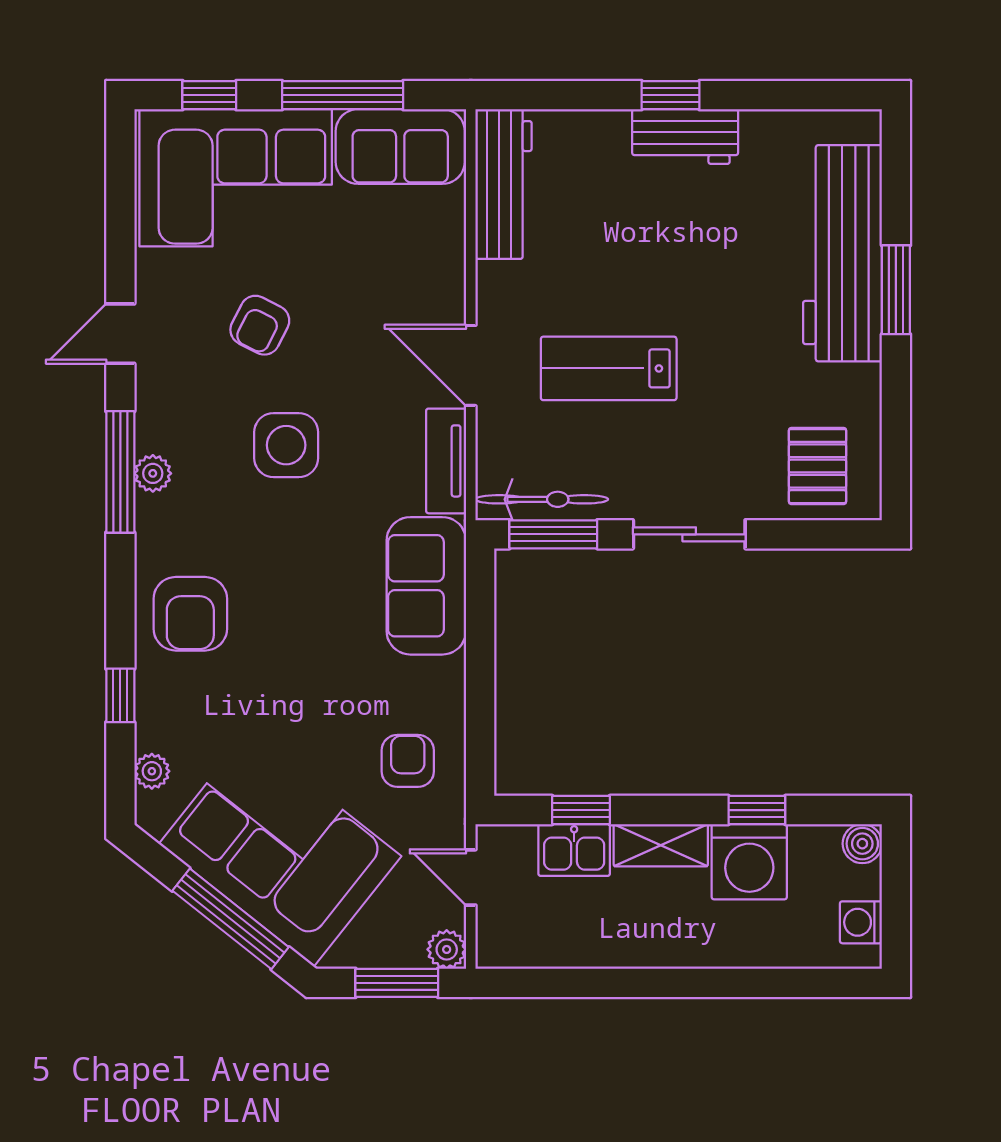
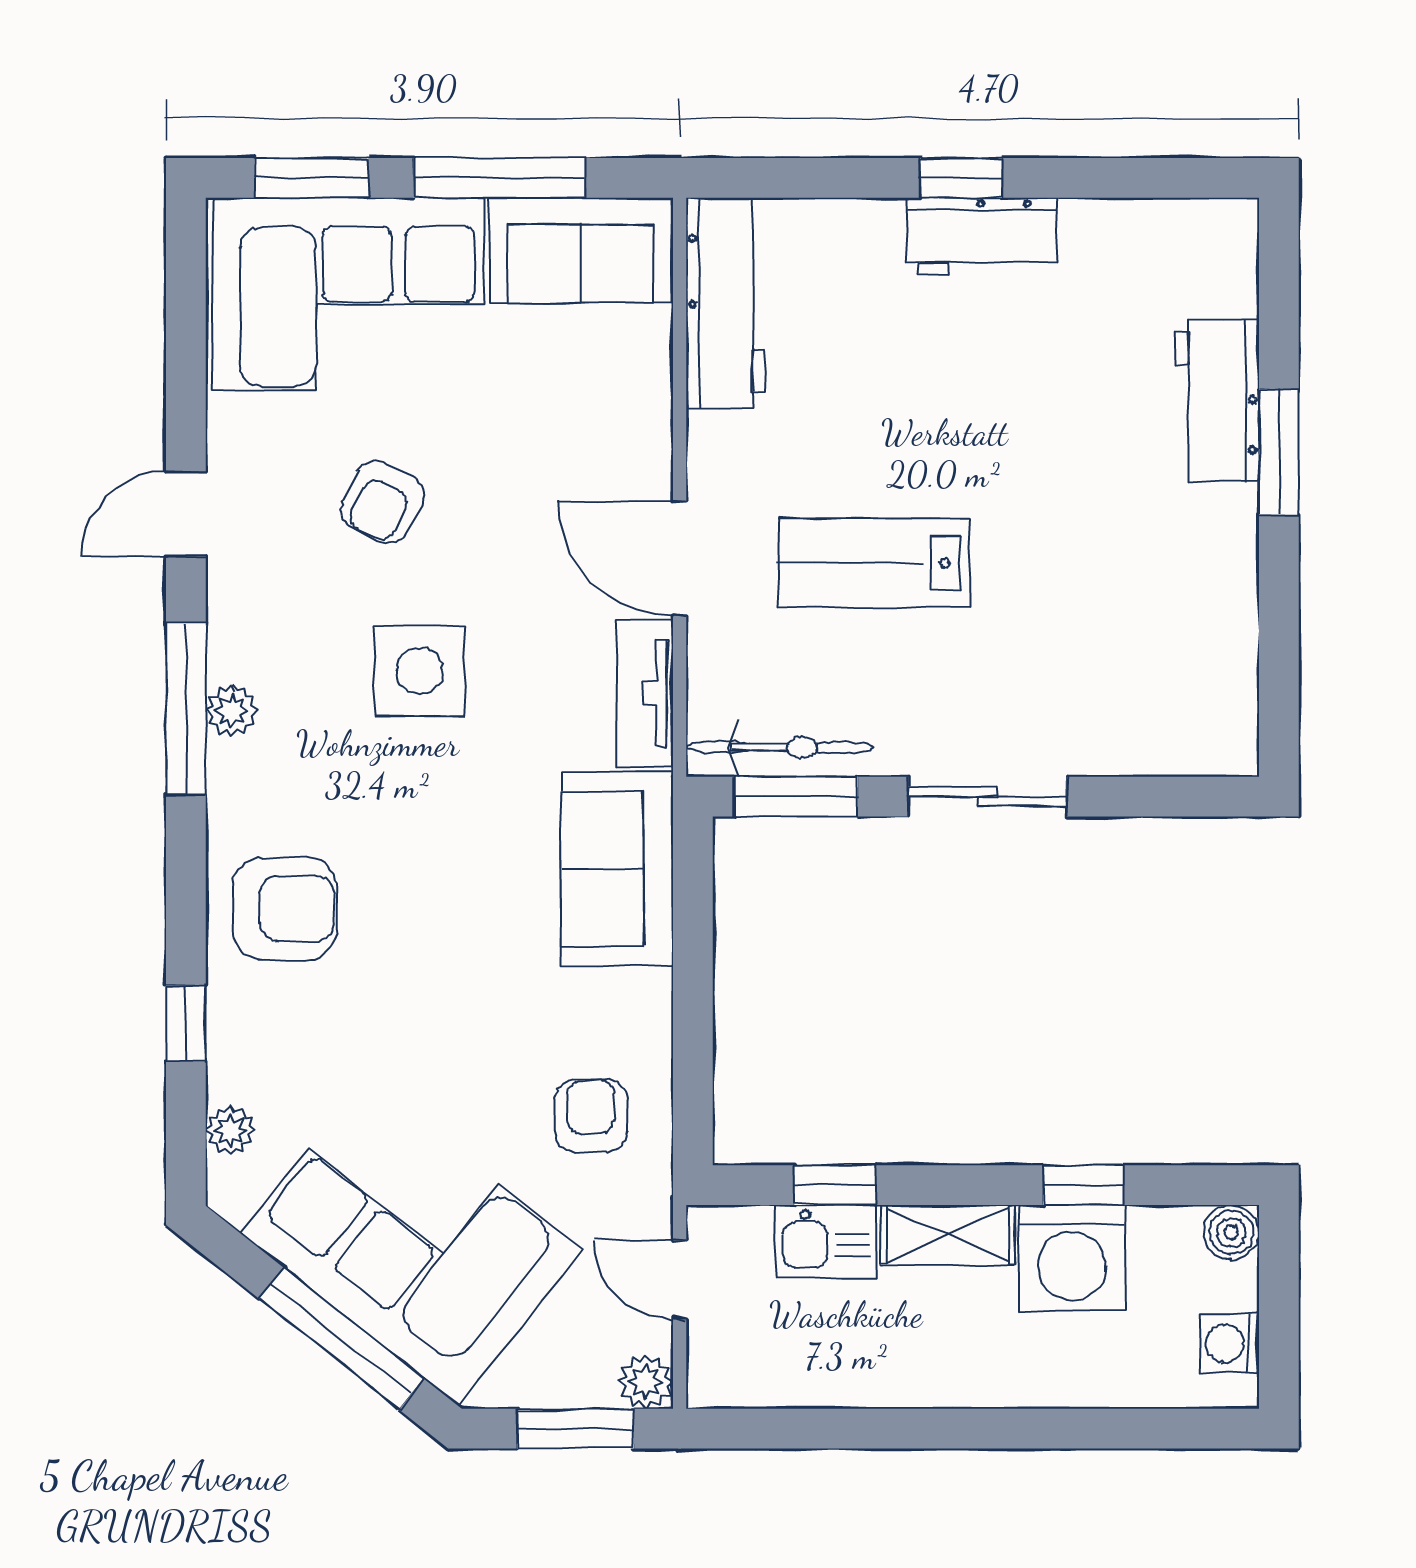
window: (209, 95) -> (311, 178), width x1.50
workbench: (843, 253) -> (1217, 401), width x0.53, depth x0.76
pallet: (817, 466) -> (1168, 700), removed
armchair: (190, 614) -> (285, 909), turned -90

